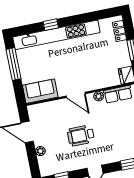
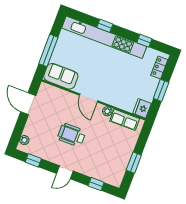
window: (93, 16) -> (144, 41), added
window: (13, 64) -> (48, 50), moved
plant: (40, 151) -> (24, 140), moved

